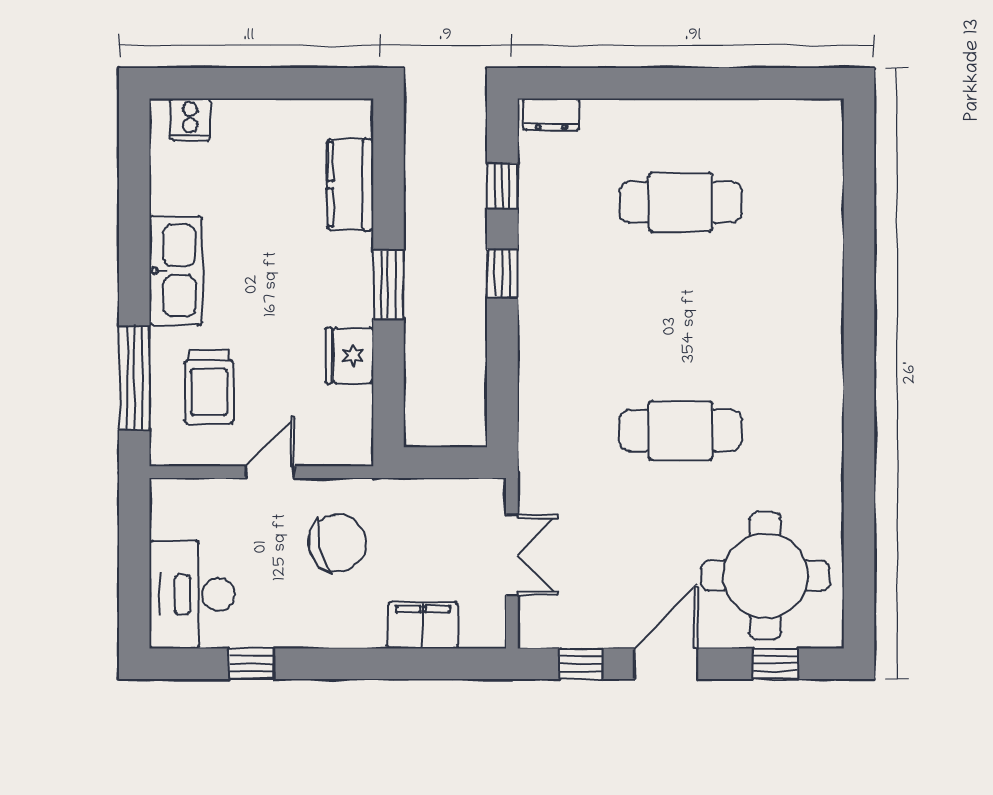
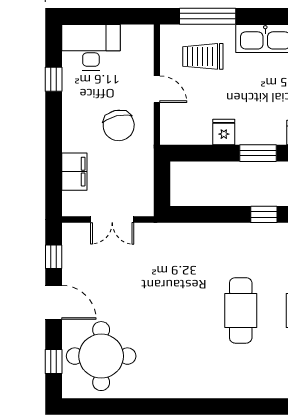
fridge: (349, 355) -> (224, 132), width x0.72
cafe table: (681, 431) -> (241, 310), moved

